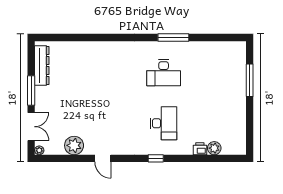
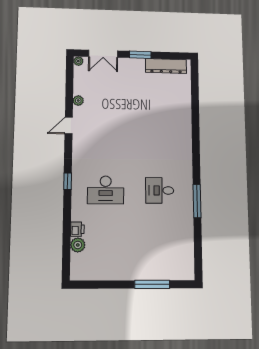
desk: (164, 73) -> (160, 190), width x0.73
window: (31, 91) -> (140, 55), width x0.69
plant: (74, 145) -> (78, 101), width x0.53, depth x0.53

